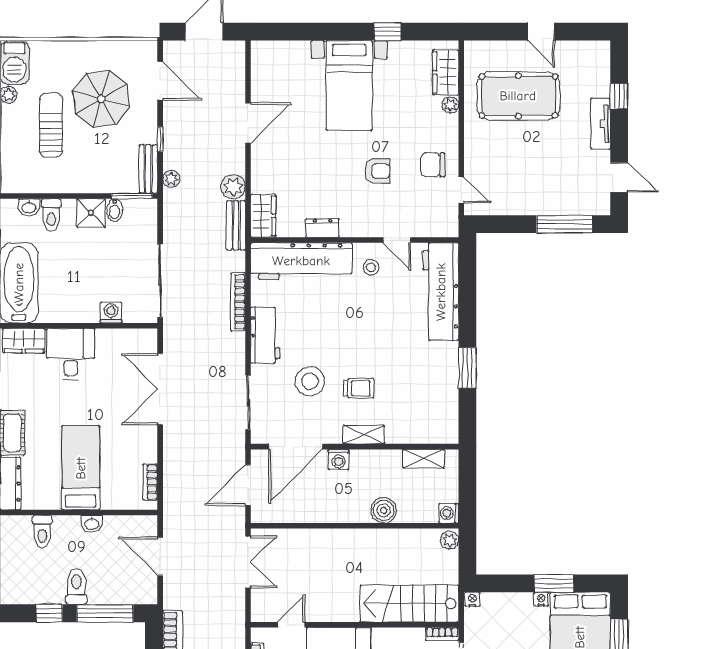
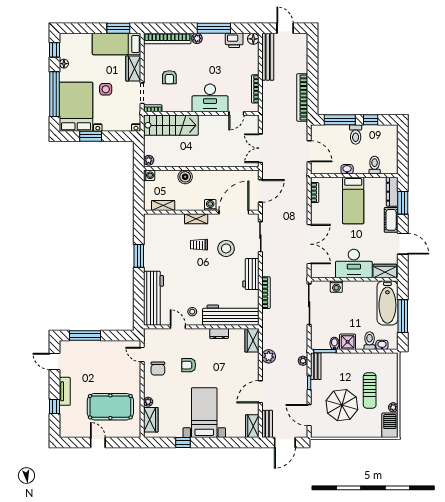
wardrobe: (263, 61) -> (252, 426), added
chair: (433, 165) -> (158, 369), turned 90
bench: (236, 225) -> (267, 424), moved
desk: (71, 354) -> (354, 263), width x1.37

